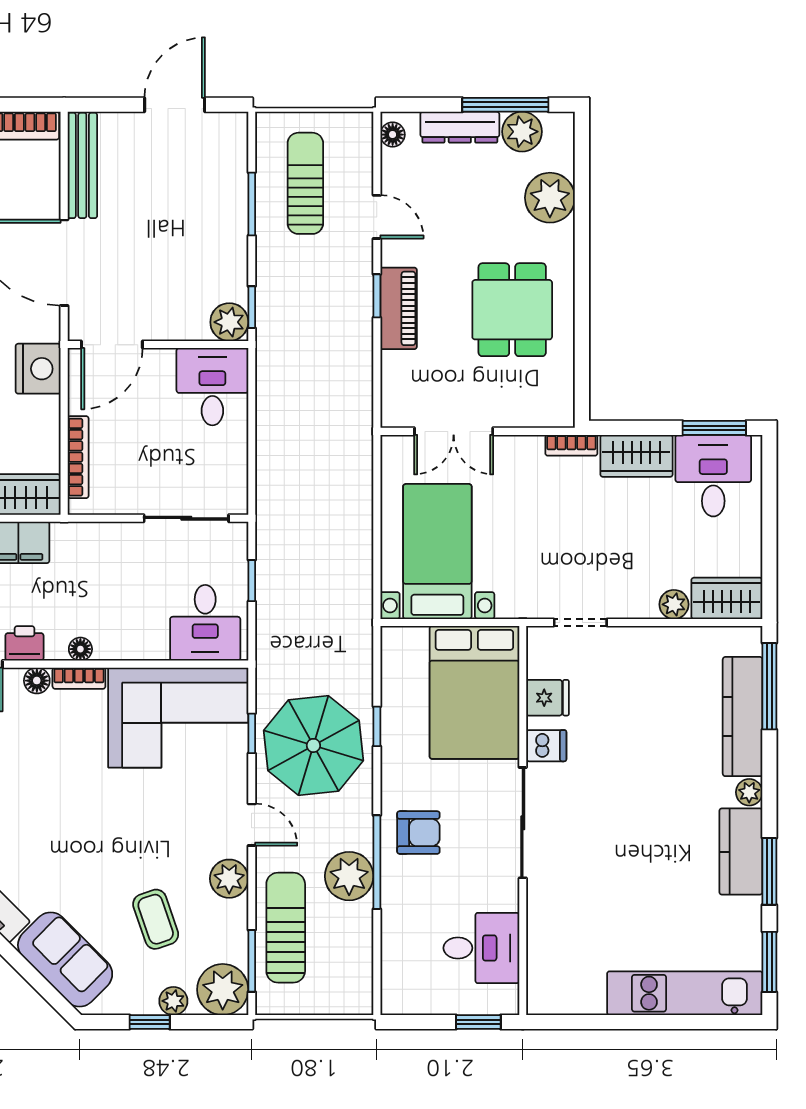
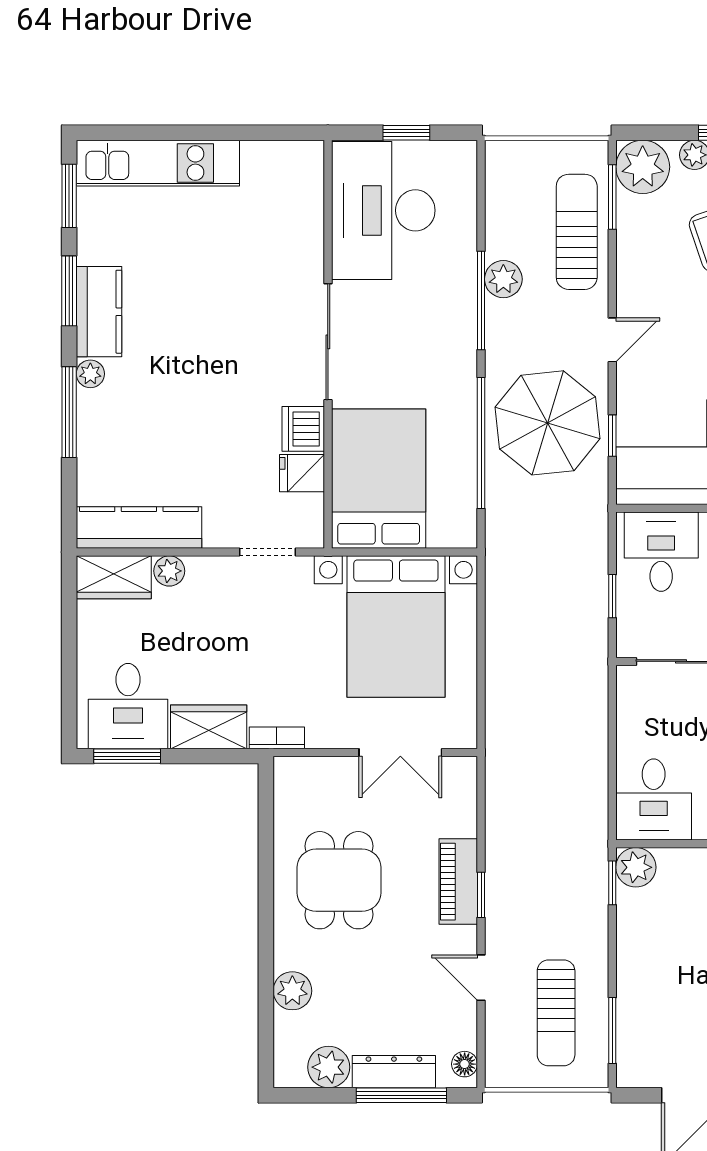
window: (505, 105) -> (401, 1095), moved
plant: (550, 198) -> (292, 991), width x0.73, depth x0.73
window: (252, 204) -> (612, 1031), moved
double door: (454, 431) -> (400, 753), swing flipped
bed with nightstands: (437, 552) -> (396, 626), width x1.36
window: (769, 686) -> (69, 412), moved
kitchen counter: (743, 717) -> (139, 528), moved, turned -90
window: (377, 726) -> (481, 443), width x3.17
dishwasher: (546, 746) -> (303, 429), width x1.38
door: (252, 825) -> (612, 340), swing flipped
armchair: (418, 833) -> (437, 332), removed
plant: (349, 876) -> (503, 279), width x0.73, depth x0.73
plant: (229, 879) -> (636, 283), removed
sun lounger: (286, 928) -> (577, 232), turned 180
desk: (481, 948) -> (383, 210), width x1.87, depth x1.30
window: (478, 1022) -> (406, 133), moved

